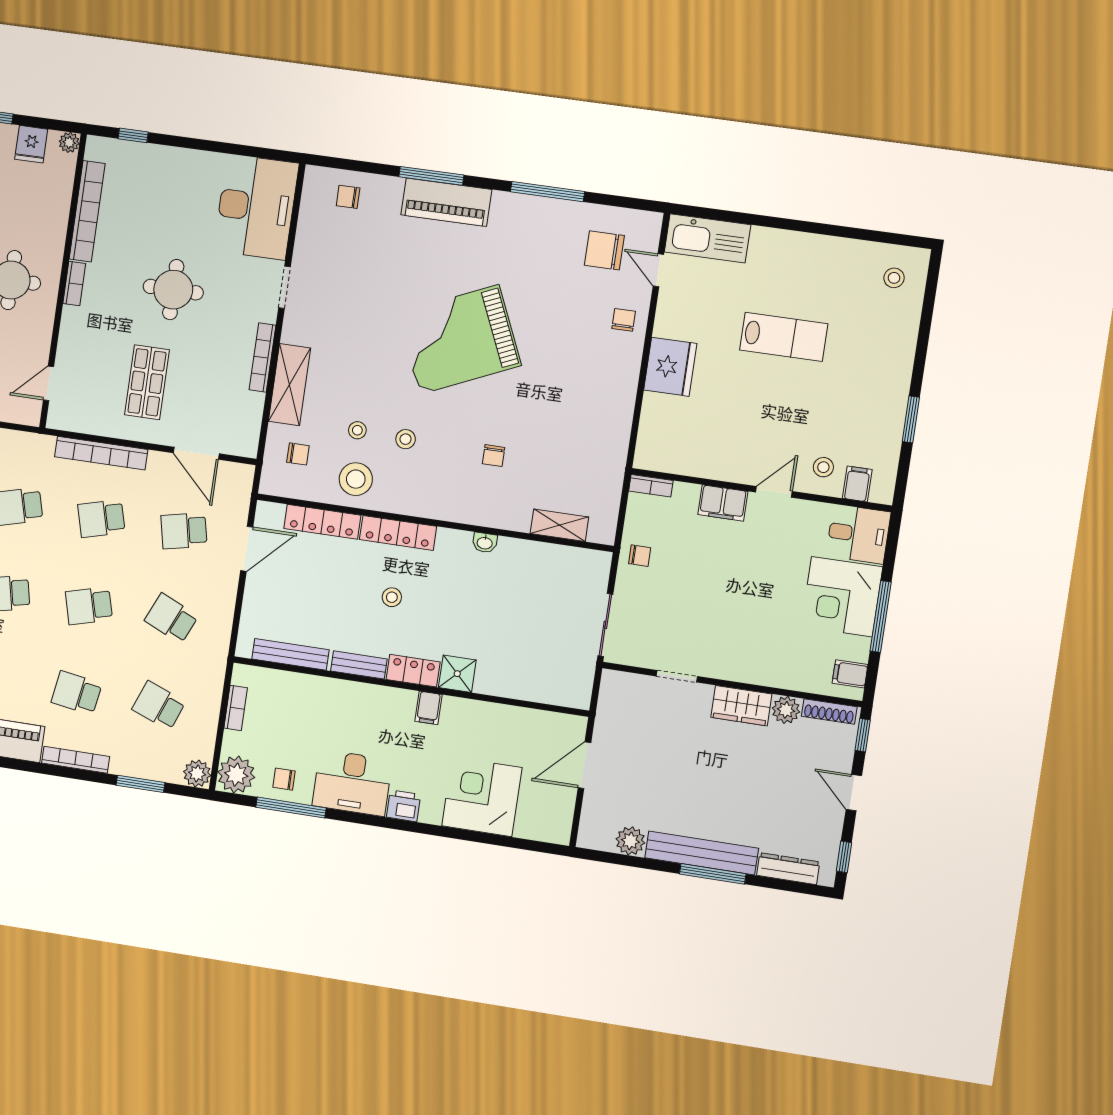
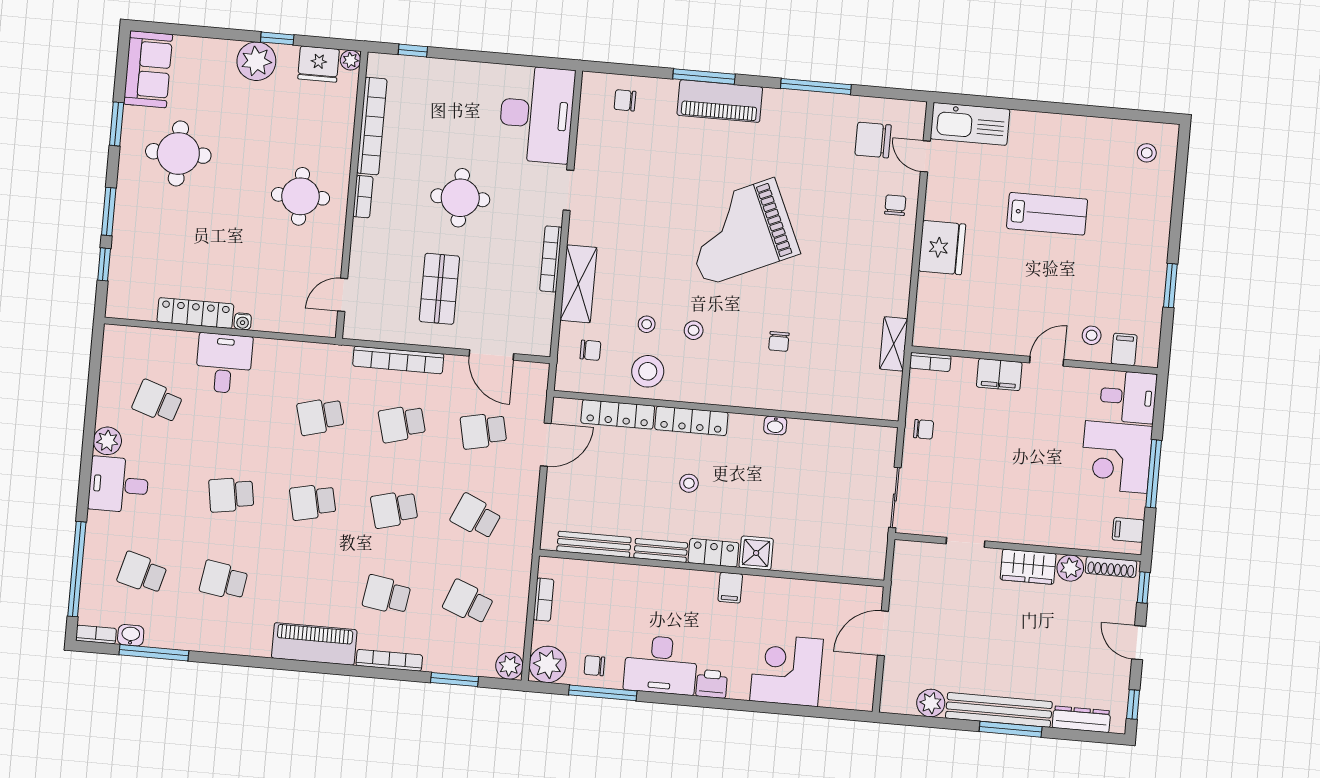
fridge: (31, 144) -> (319, 64), width x1.38
shelving: (559, 525) -> (894, 344), moved, turned 90

